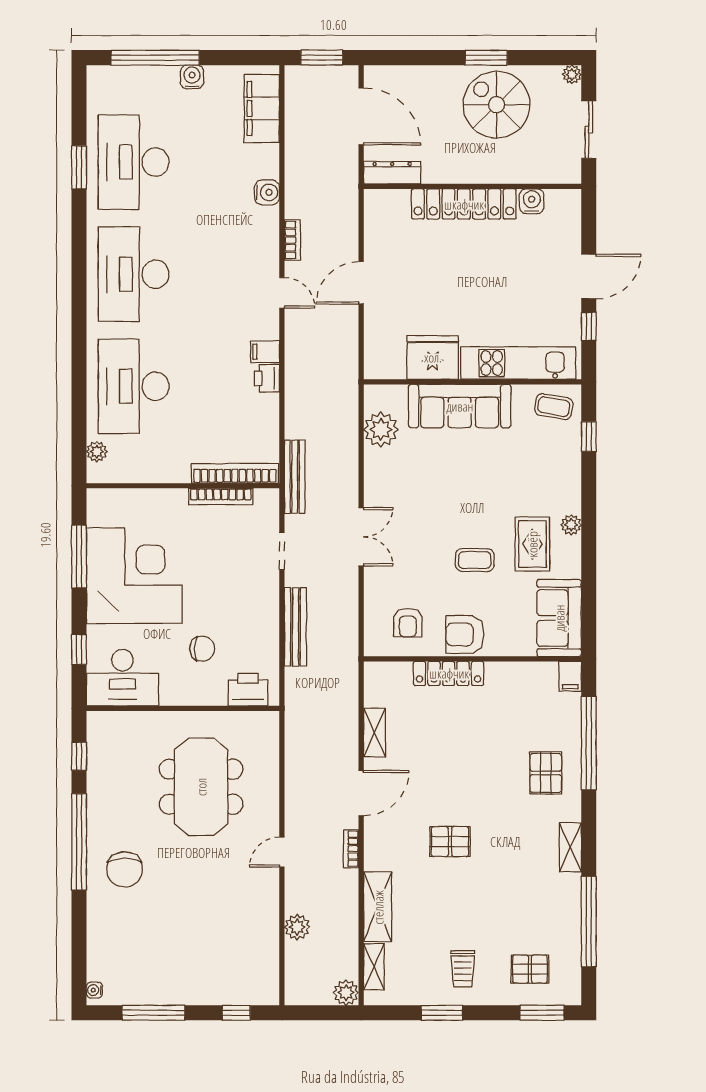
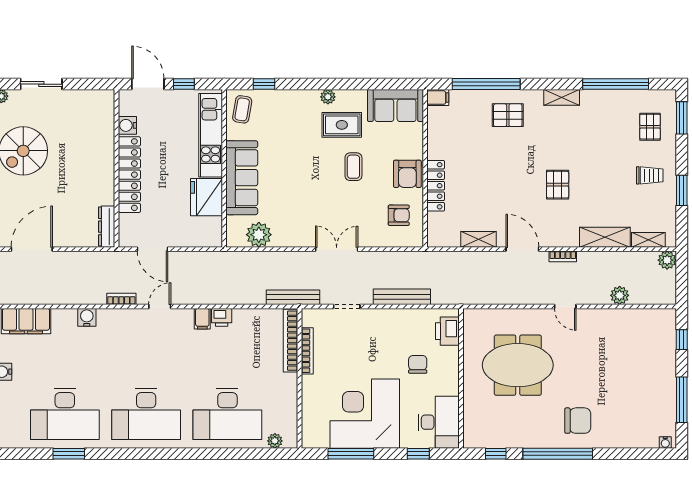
dresser: (392, 173) -> (107, 227), moved
wall: (472, 186) -> (117, 168), moved
water cooler: (532, 201) -> (127, 125), moved
locker: (464, 204) -> (129, 175), moved

